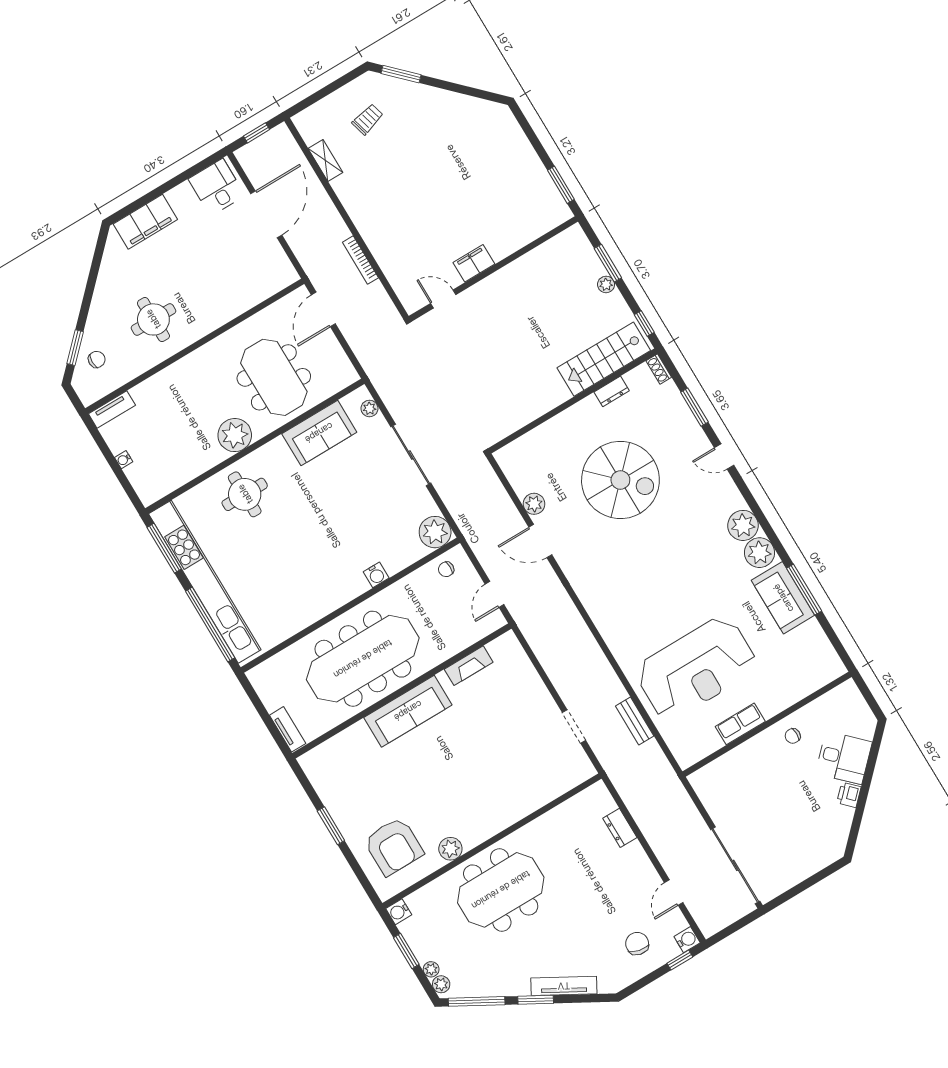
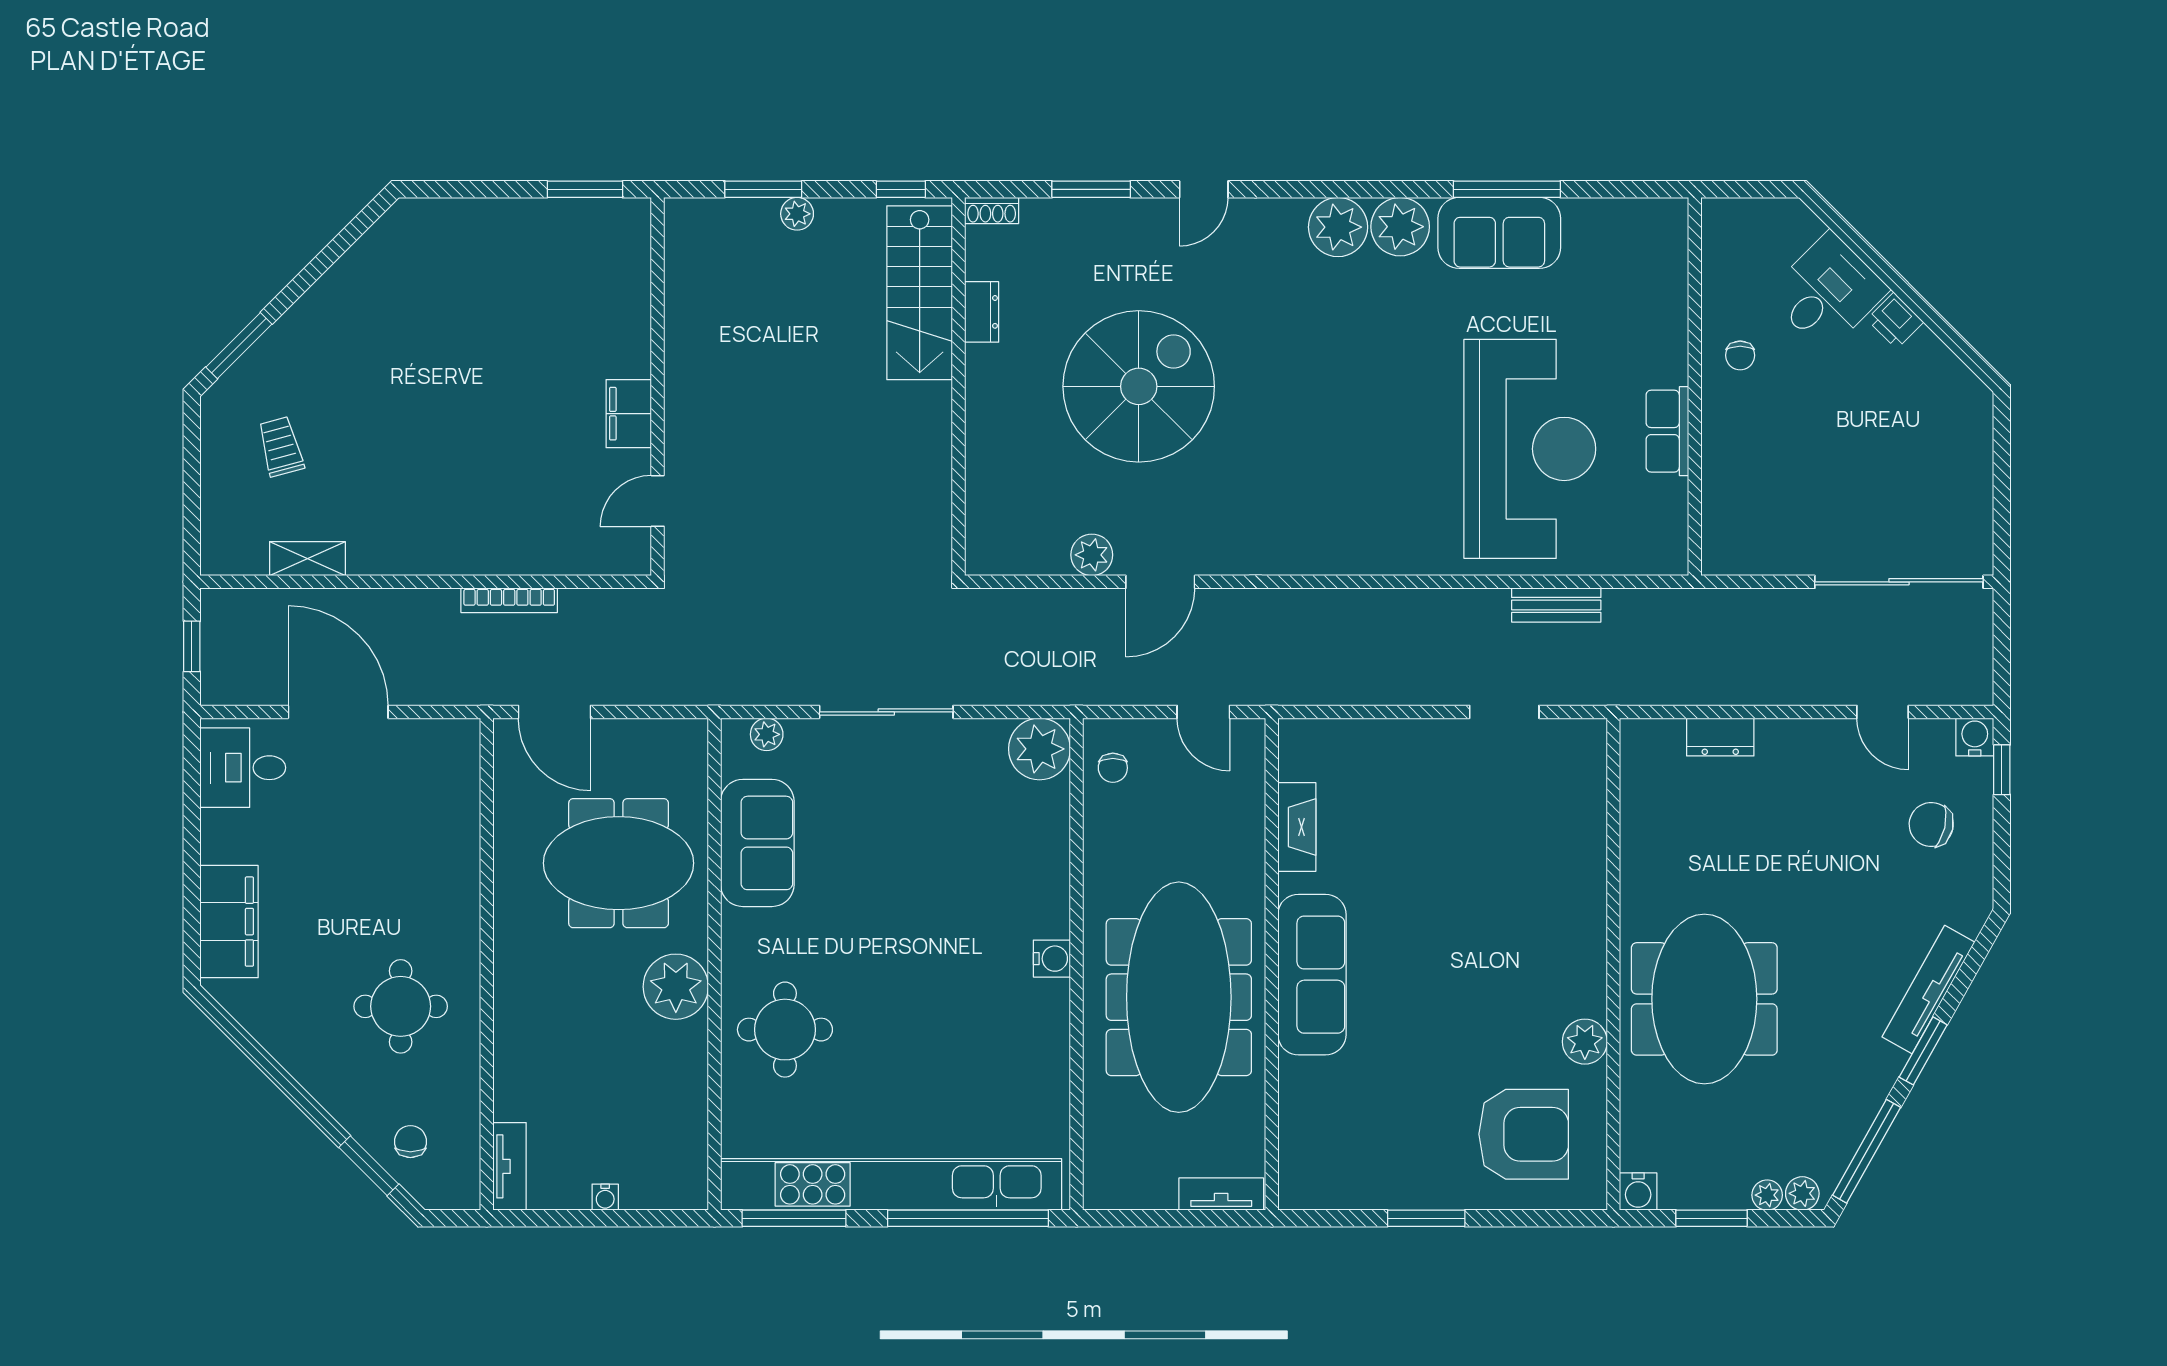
water cooler: (376, 575) -> (1052, 959), moved

